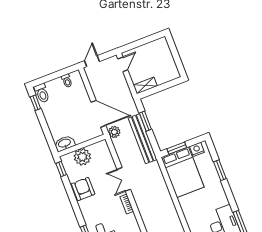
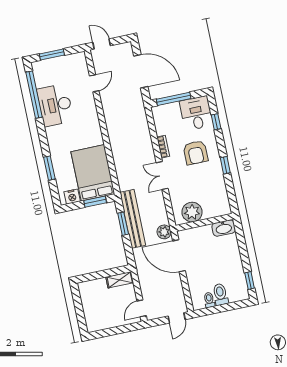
toilet: (42, 93) -> (220, 294), moved
window: (145, 121) -> (123, 224), moved
plant: (82, 157) -> (192, 212), moved
window: (61, 169) -> (225, 165), moved
double door: (124, 179) -> (162, 176), swing flipped
armchair: (83, 189) -> (196, 153), moved

